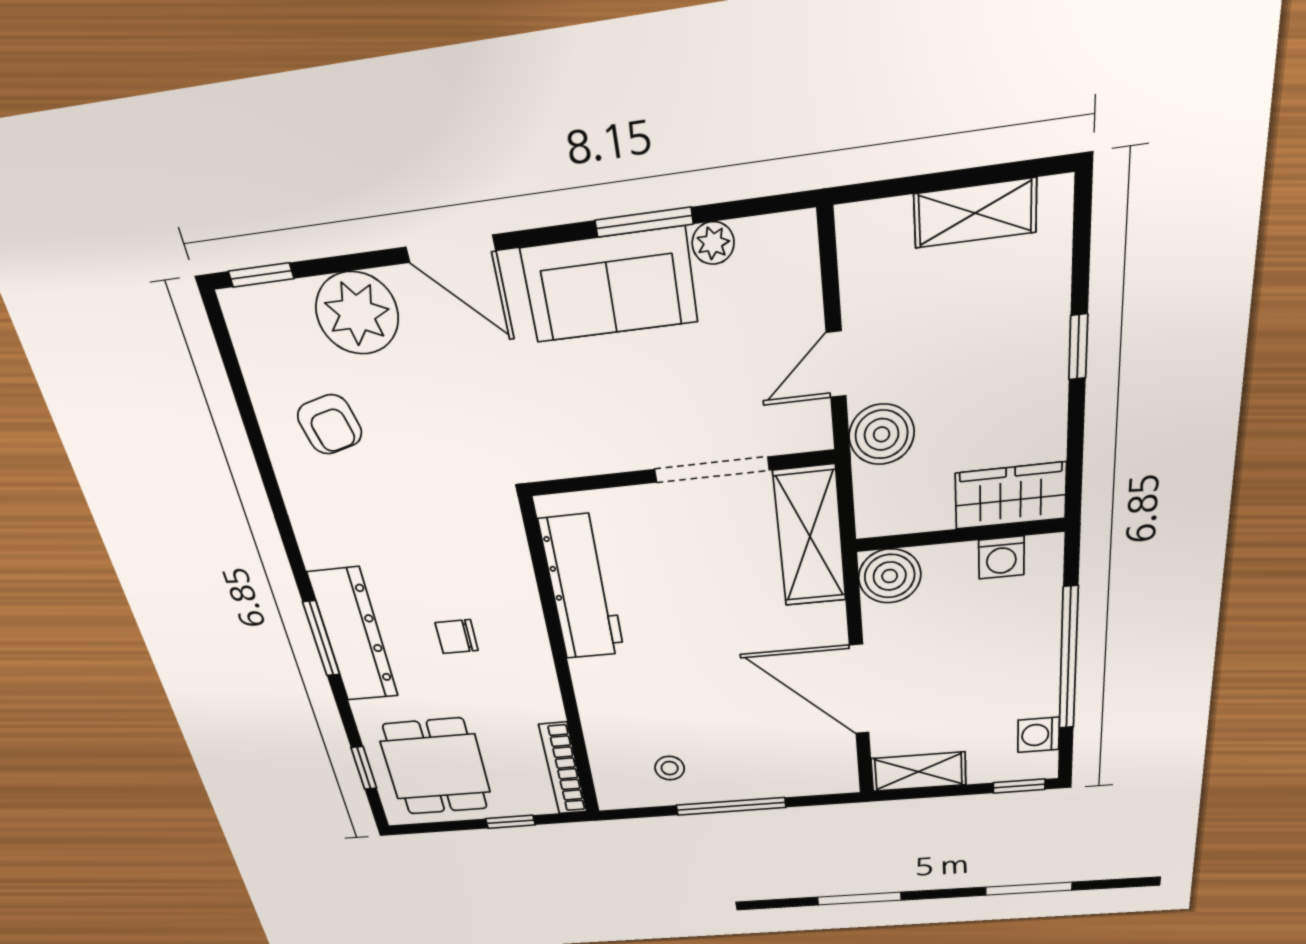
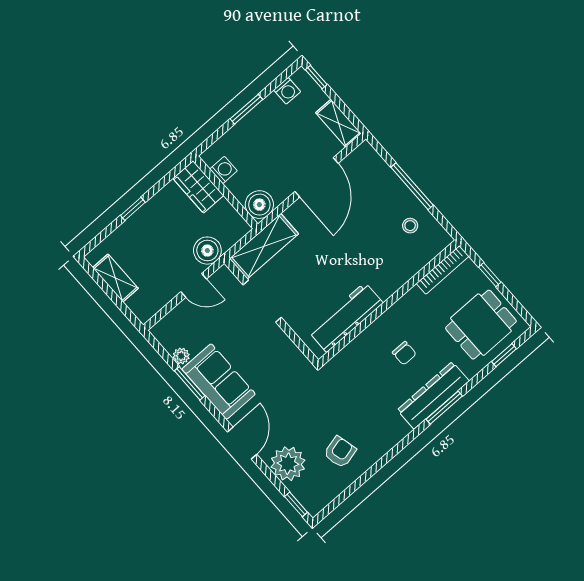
window: (1068, 659) -> (246, 109), width x0.47

